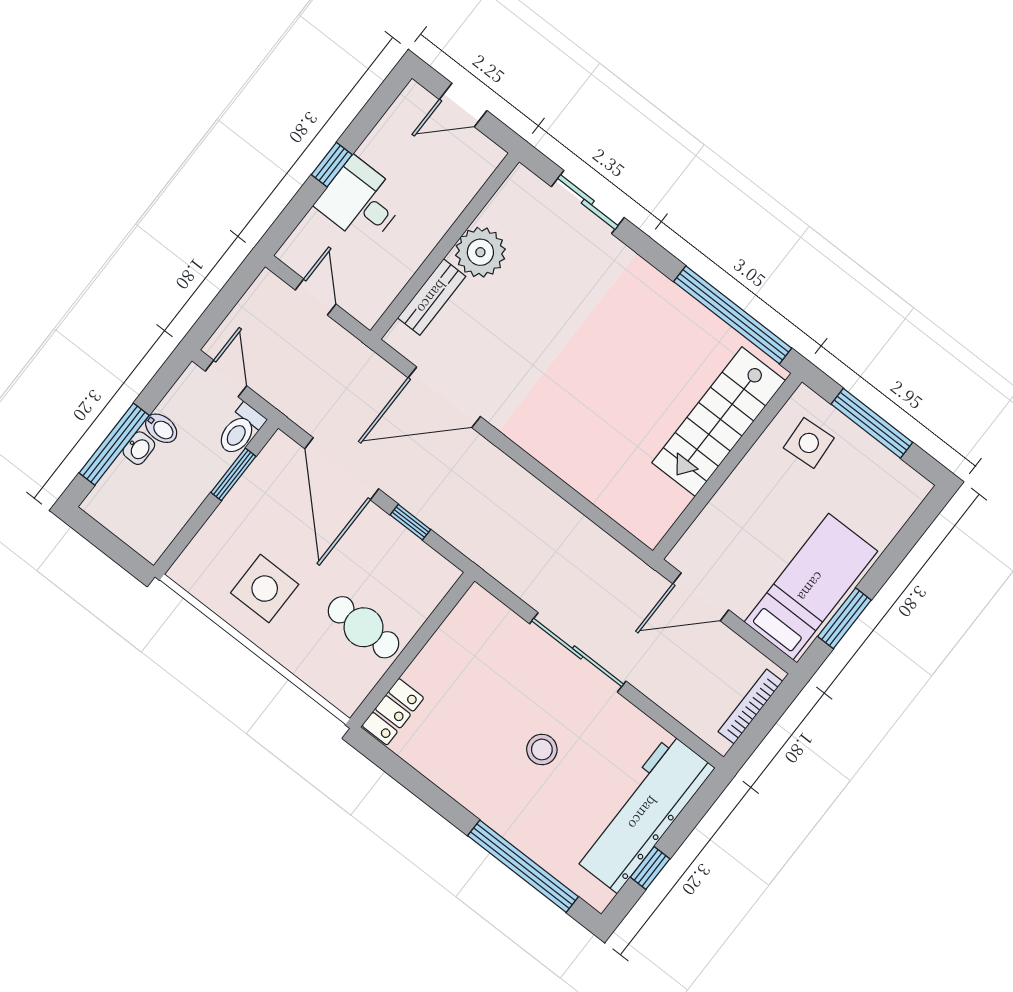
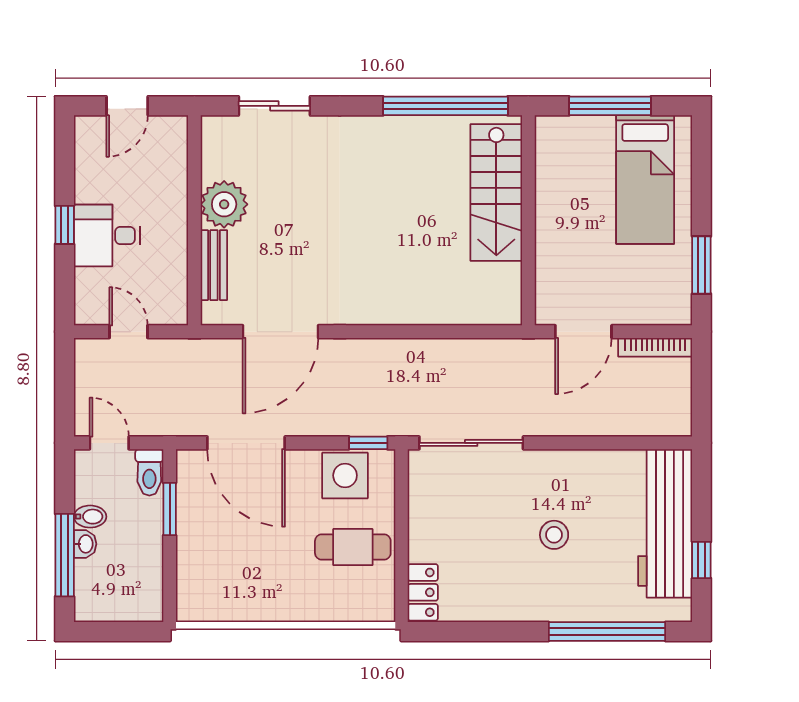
side table: (809, 443) -> (575, 157), removed
window: (410, 522) -> (368, 443), moved
bed: (811, 587) -> (645, 180), moved, turned 180
side table: (265, 589) -> (345, 475), moved
sliding door: (578, 652) -> (471, 443), moved
bookcase: (750, 706) -> (655, 347), moved, turned -90

